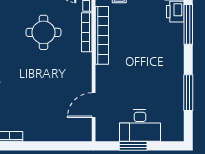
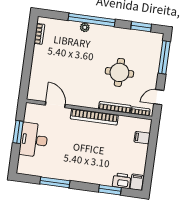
window: (188, 24) -> (110, 190), width x0.69
bookcase: (102, 35) -> (94, 117), moved

